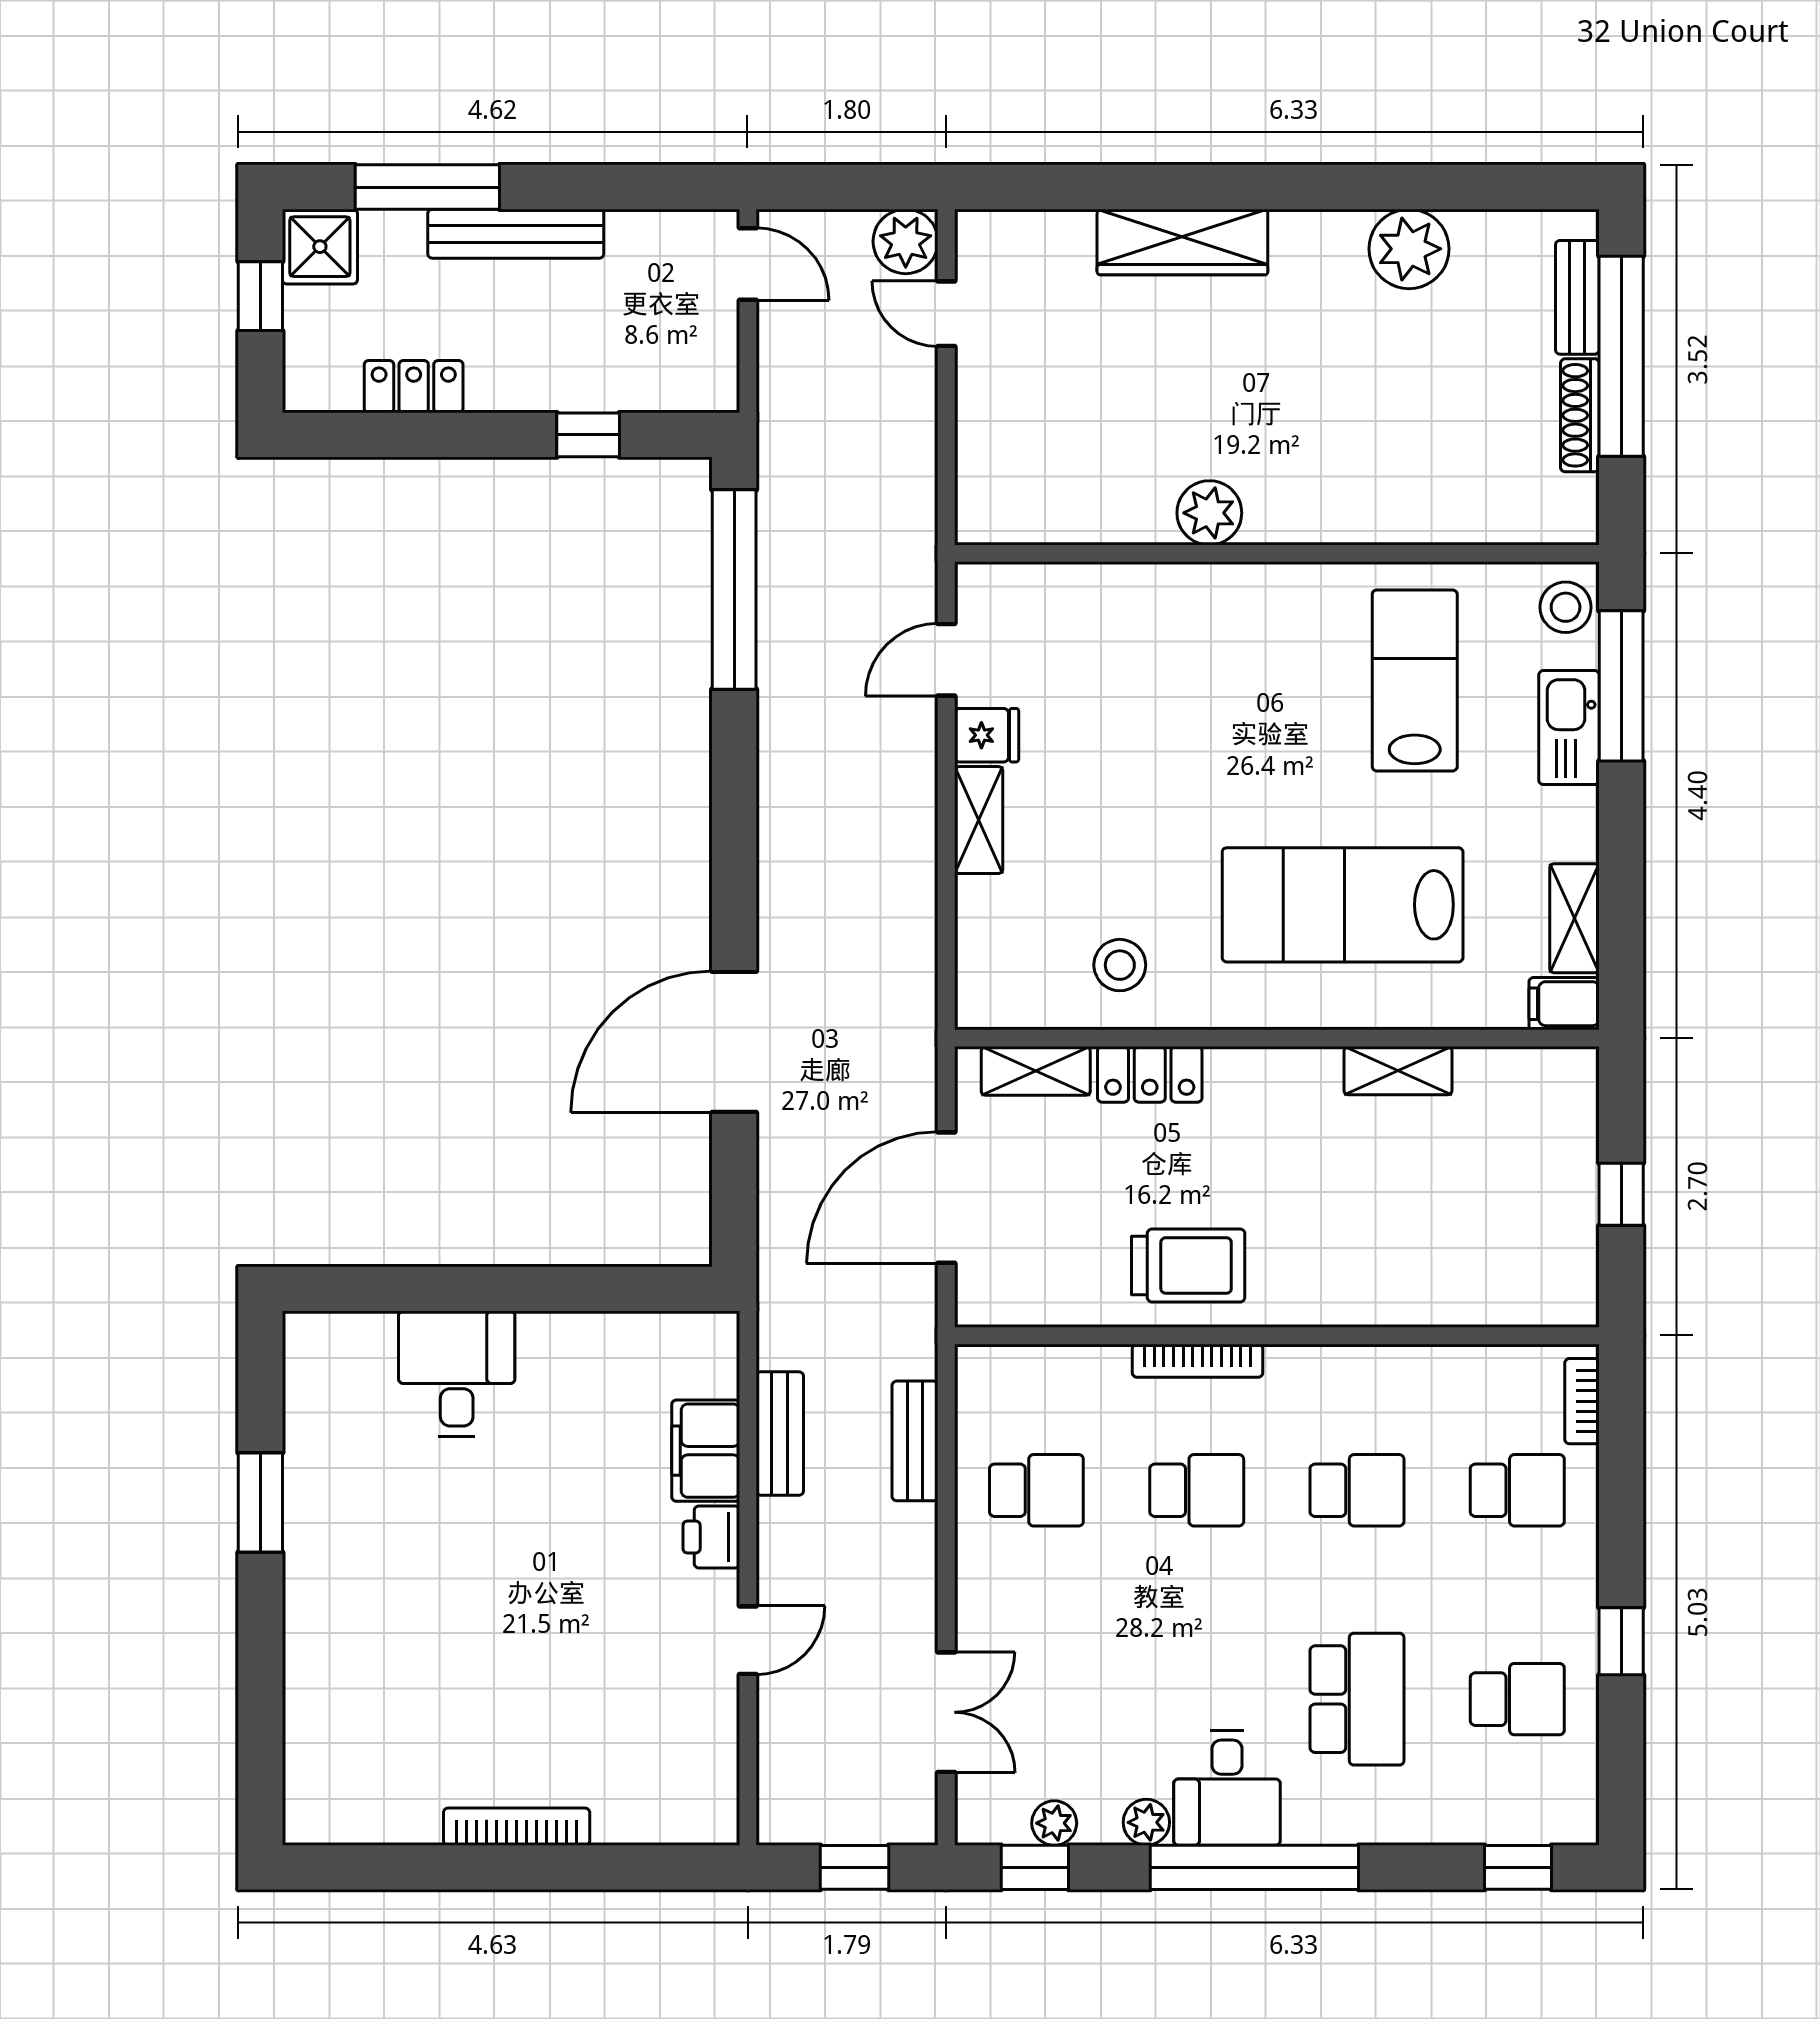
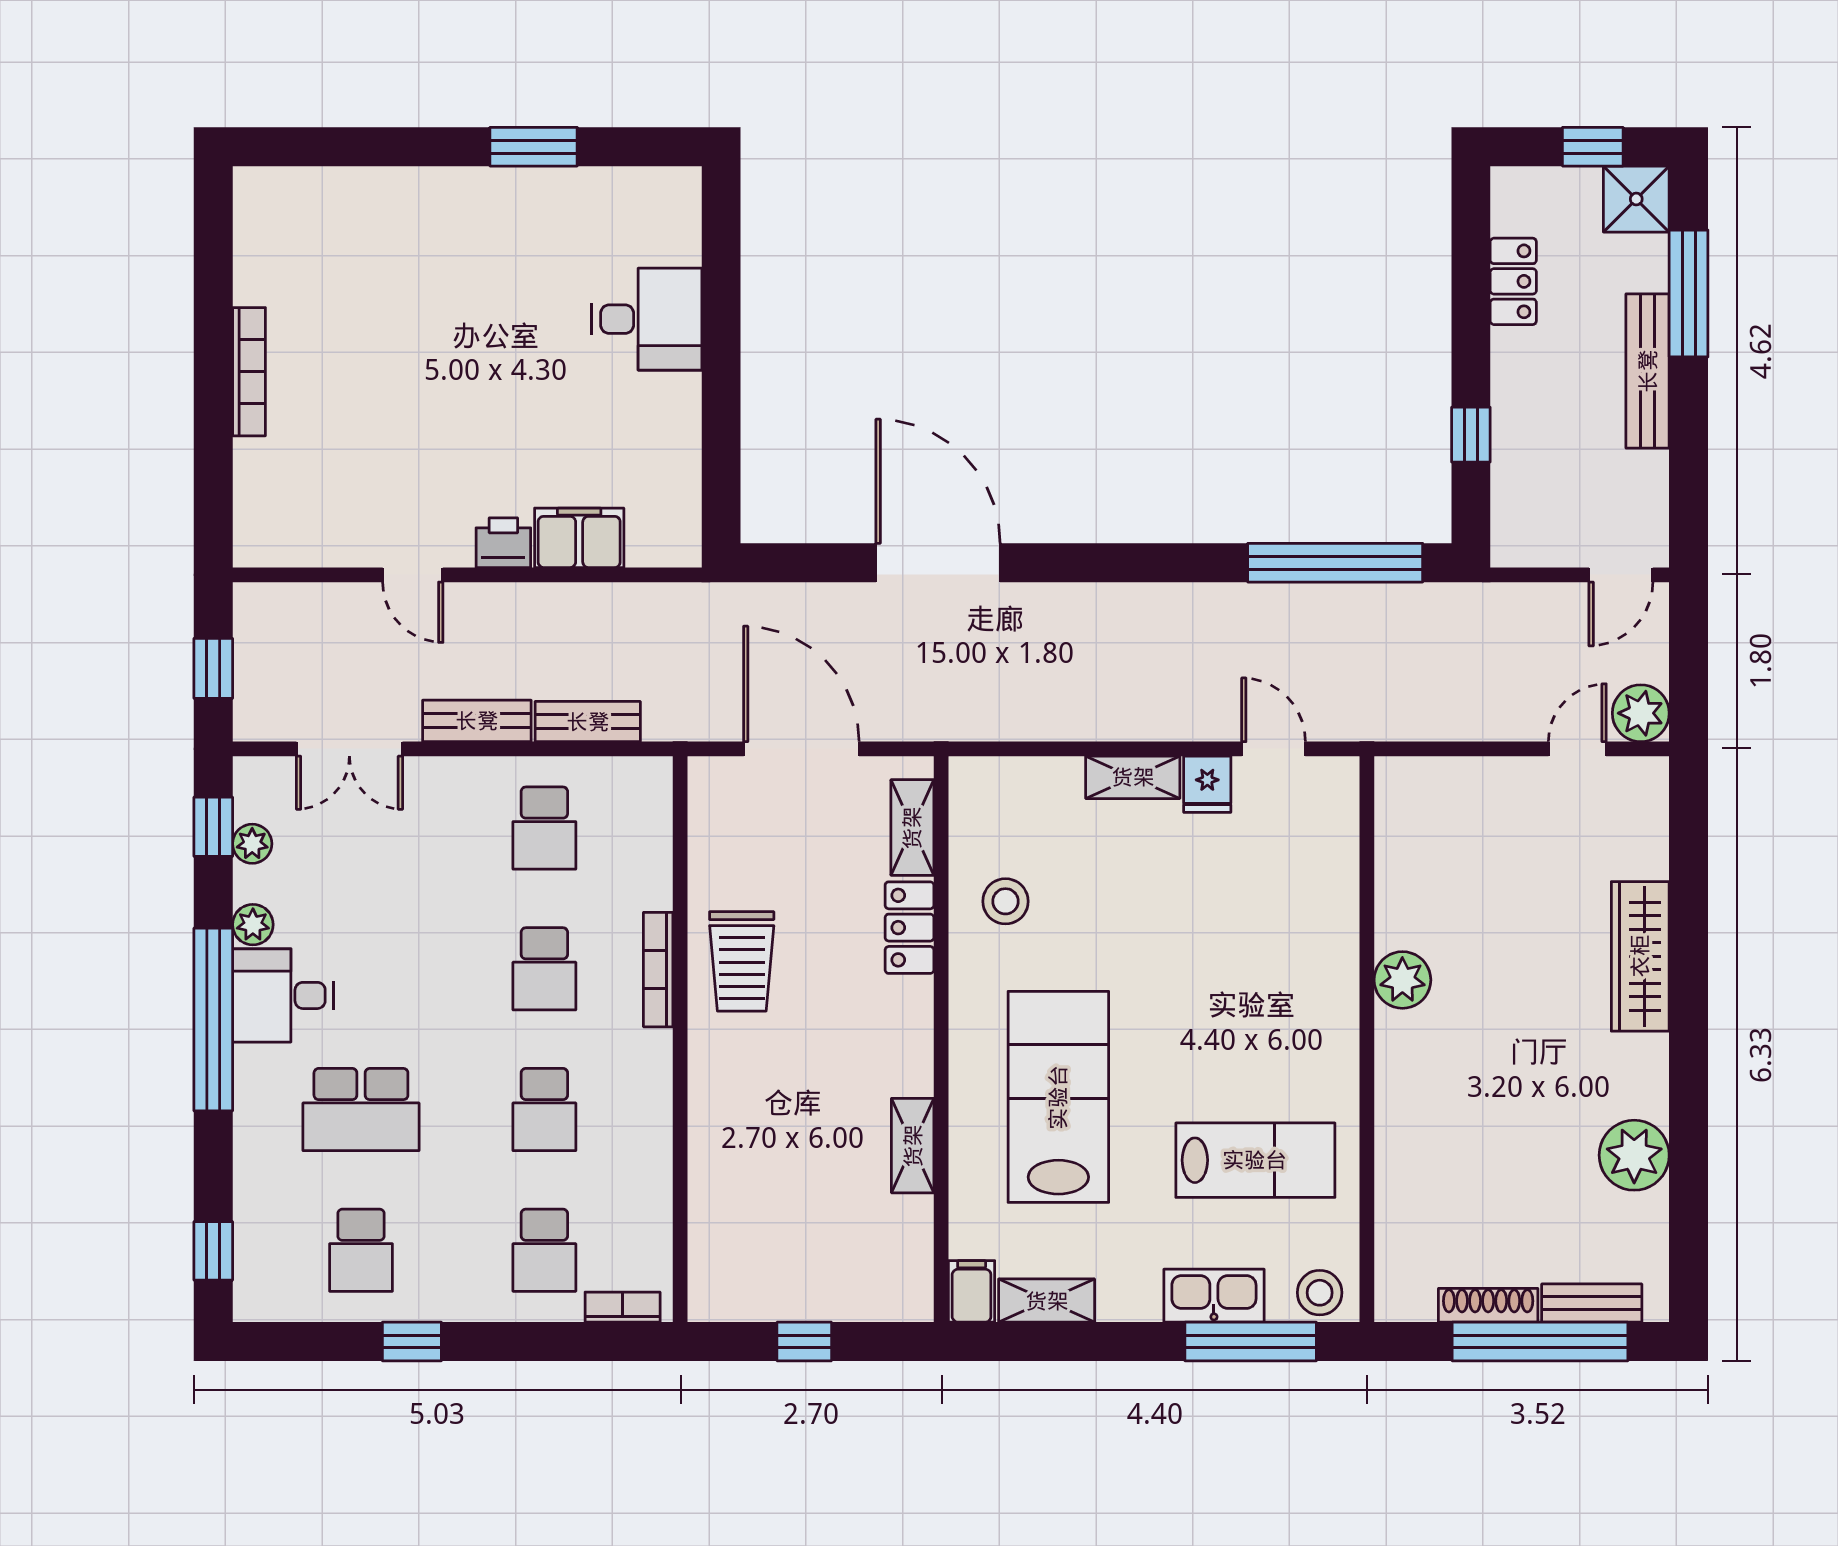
bench: (780, 1434) -> (477, 721), moved

